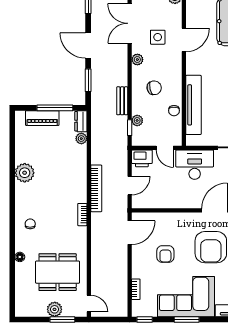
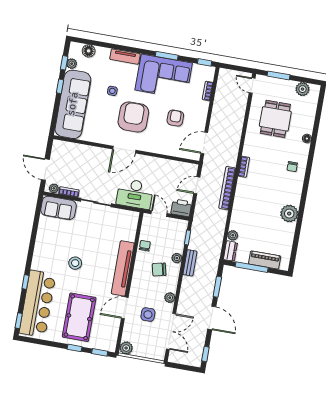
tv unit: (193, 105) -> (123, 268), moved
plant: (137, 120) -> (177, 258), moved
dining table: (58, 272) -> (275, 119), width x0.73
plant: (55, 309) -> (303, 89), moved

